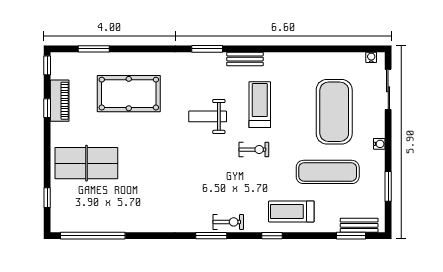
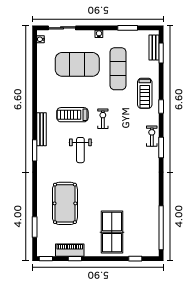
bench: (245, 59) -> (42, 129), width x1.36

